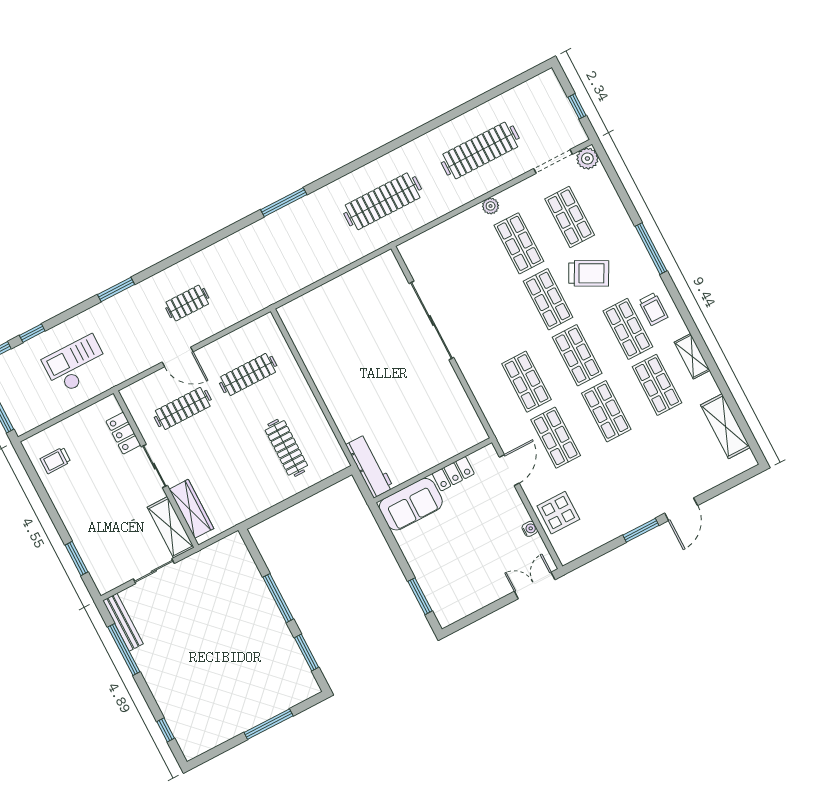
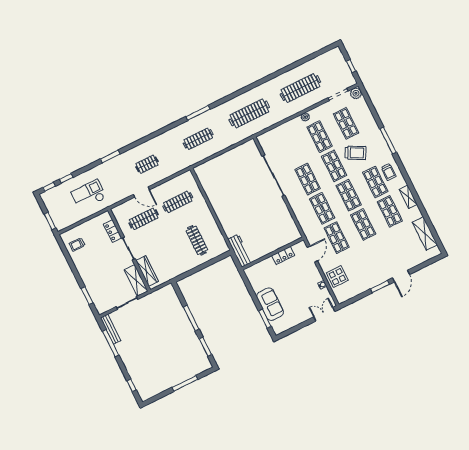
clothes rail: (285, 252) -> (198, 139), added
shop shelf: (497, 326) -> (308, 179), added
sofa: (411, 504) -> (270, 304), moved, turned -90

